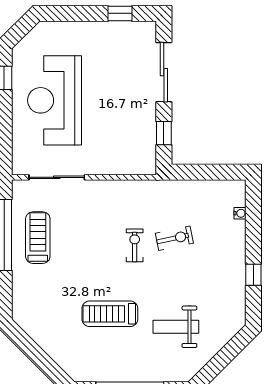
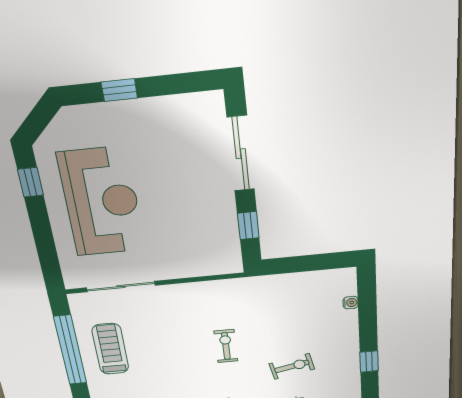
window: (120, 13) -> (119, 90), moved
reception desk: (55, 100) -> (102, 202), turned 180
exercise bike: (174, 238) -> (292, 366), moved

